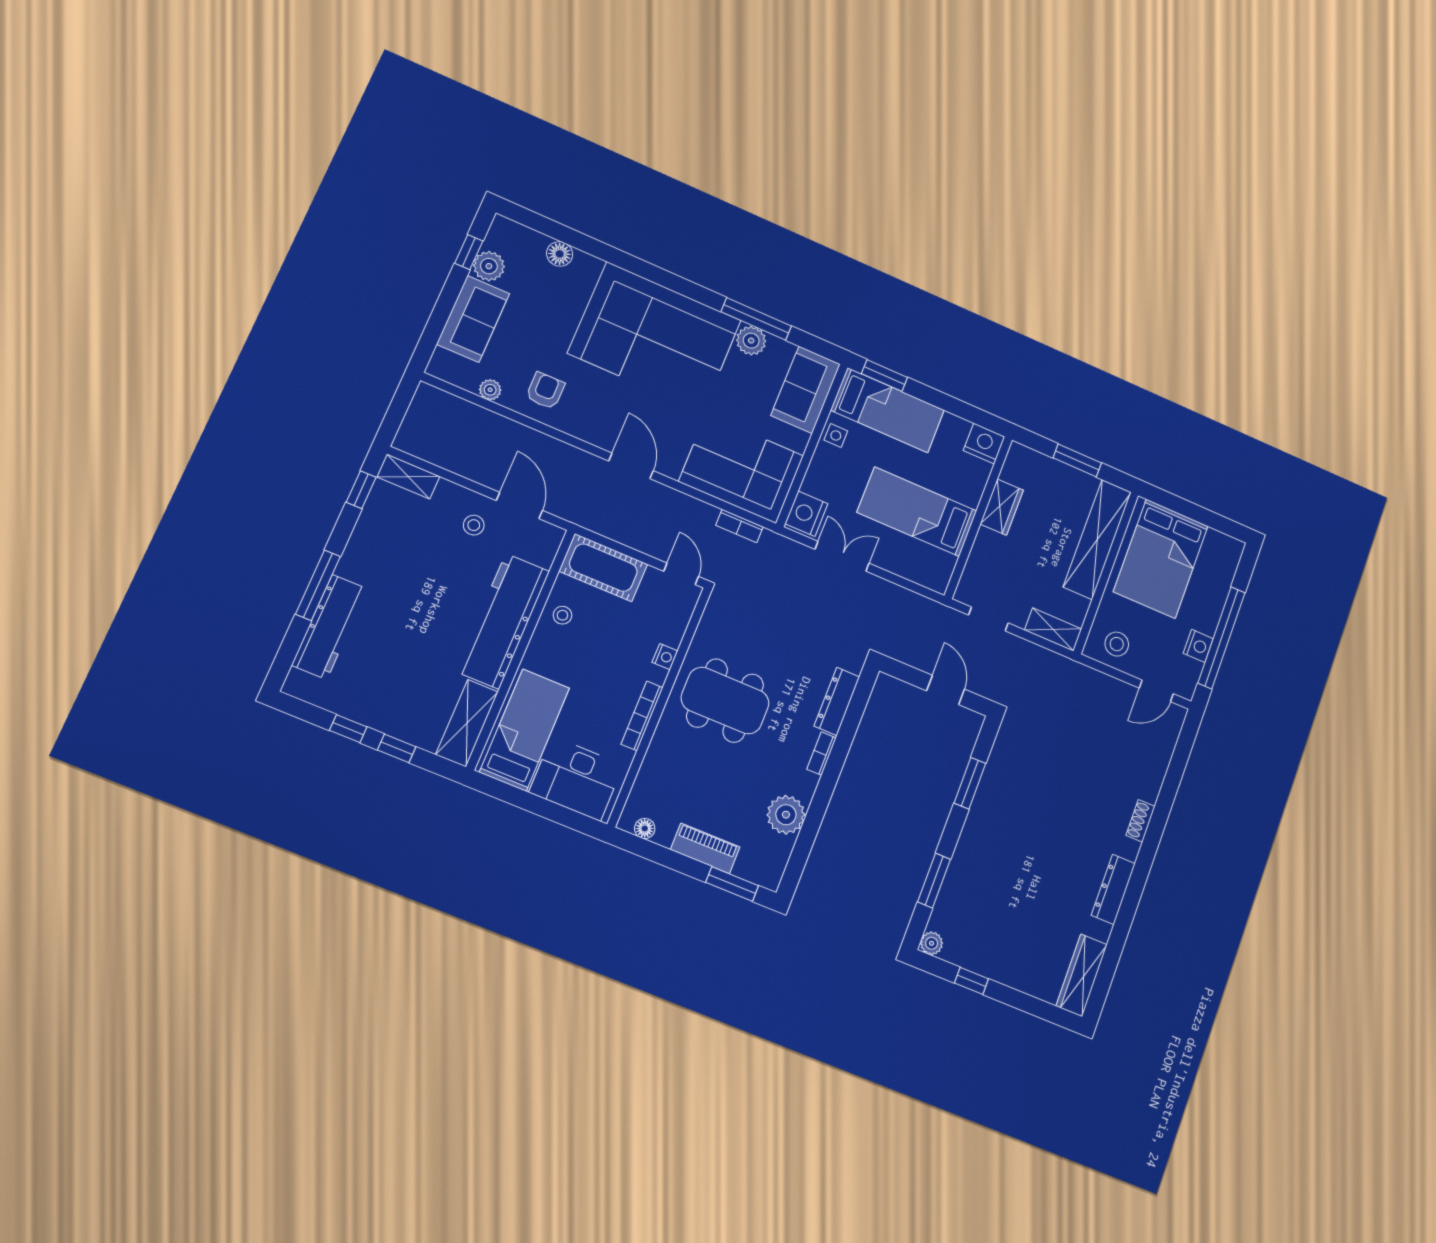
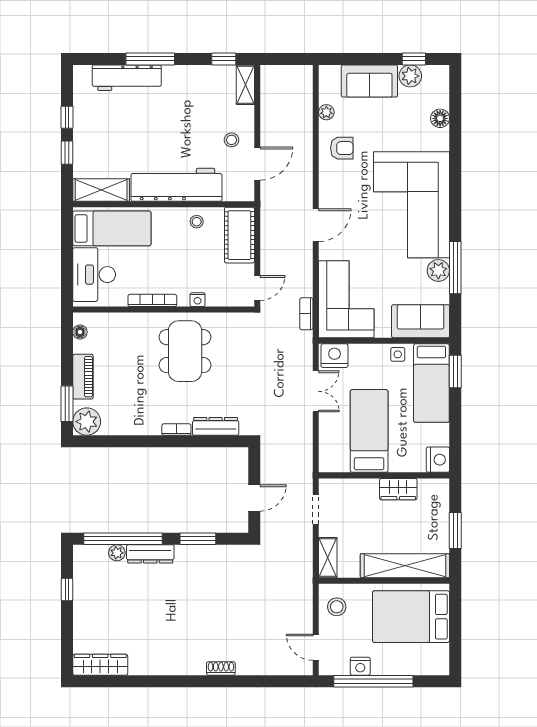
plant: (786, 815) -> (87, 422), moved
window: (934, 881) -> (123, 539), width x2.11
dresser: (1113, 889) -> (150, 554), moved, turned 180
plant: (932, 943) -> (117, 553), moved

